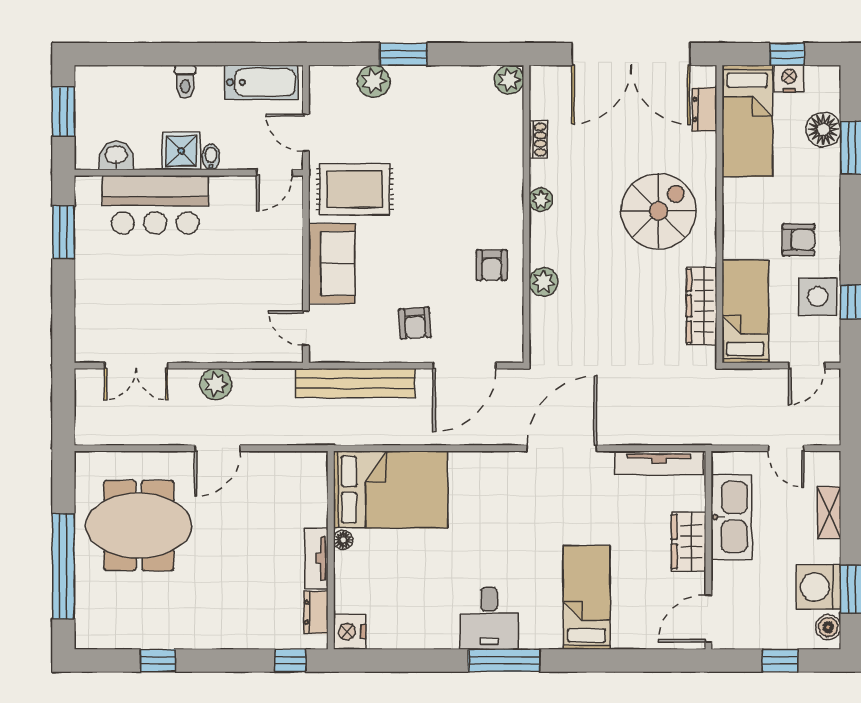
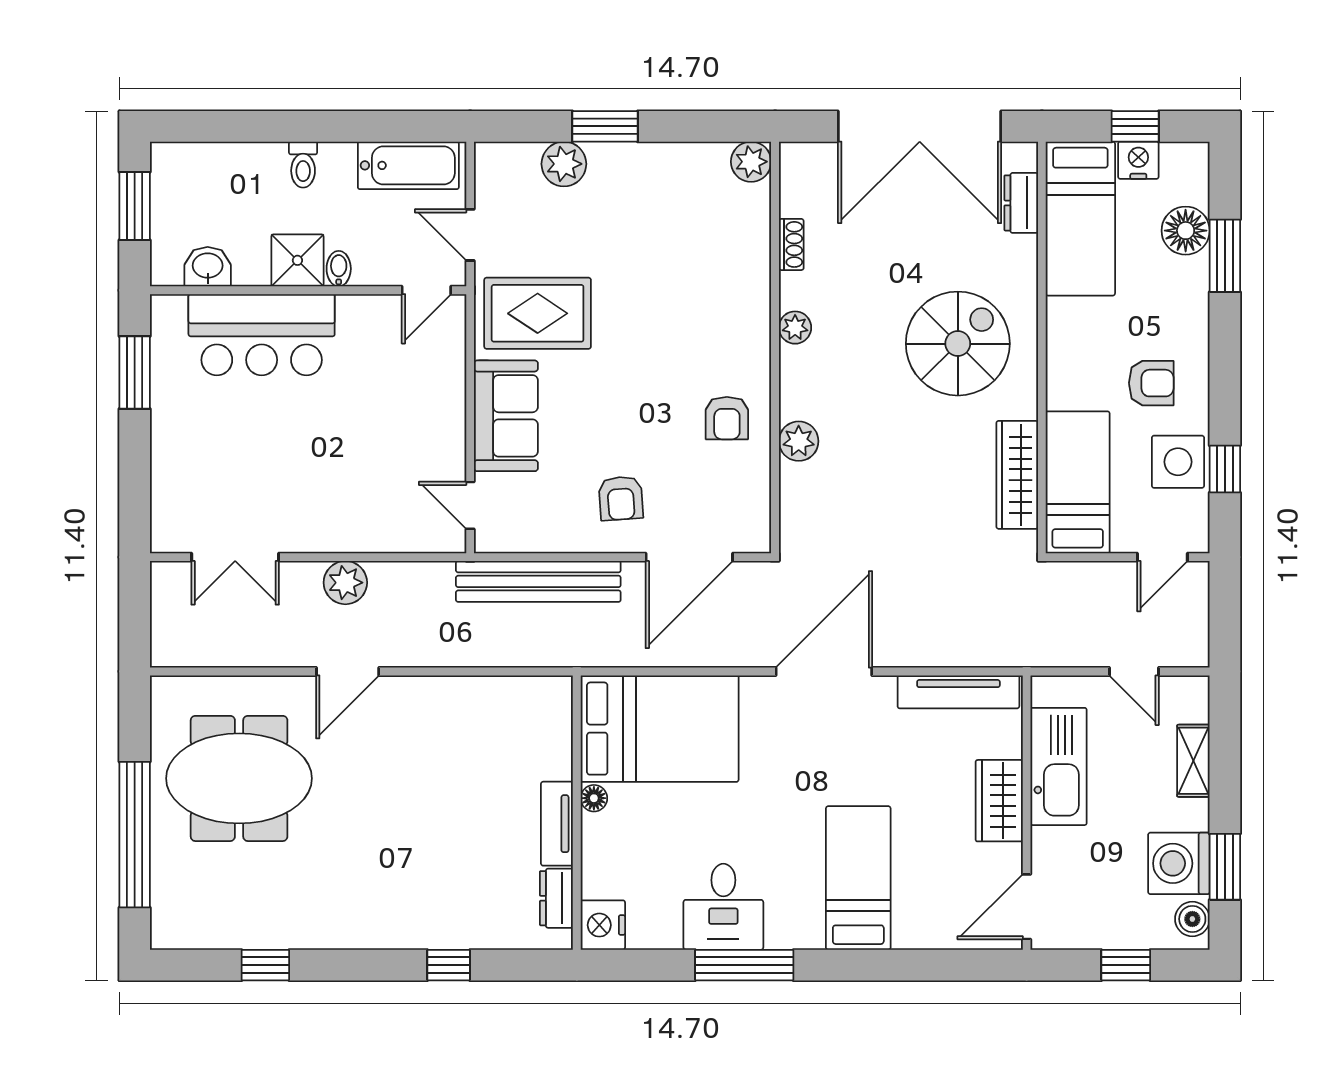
bed: (391, 490) -> (660, 729), moved
floor lamp: (343, 540) -> (594, 798), moved
wall: (331, 550) -> (577, 813), moved
tv unit: (316, 558) -> (557, 824), moved
dresser: (316, 612) -> (556, 898), moved
nightstand: (350, 632) -> (603, 925), moved

